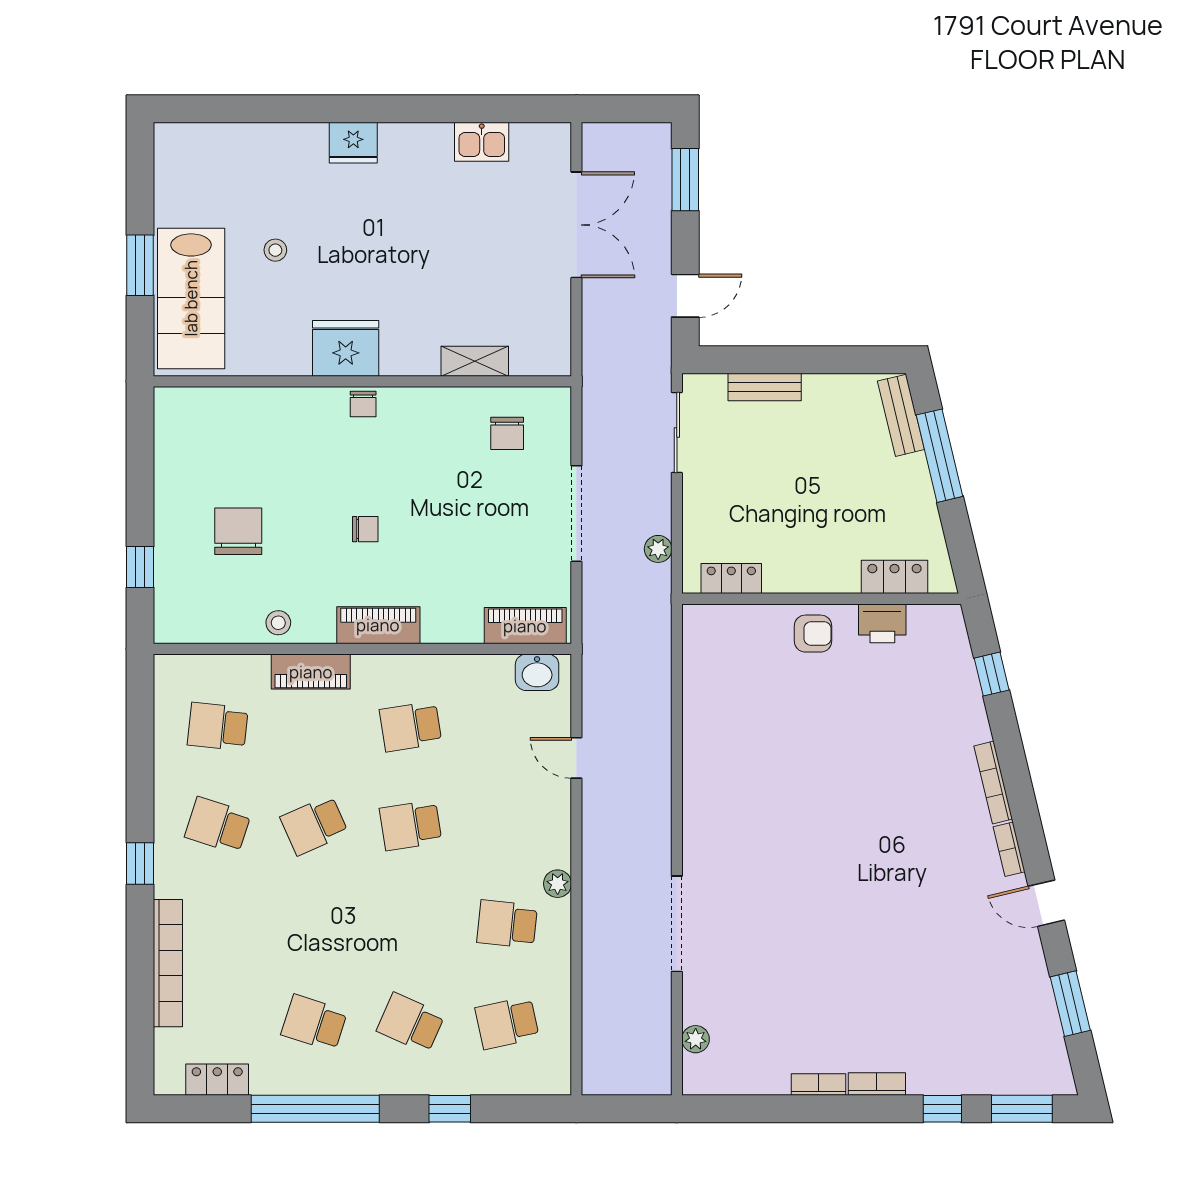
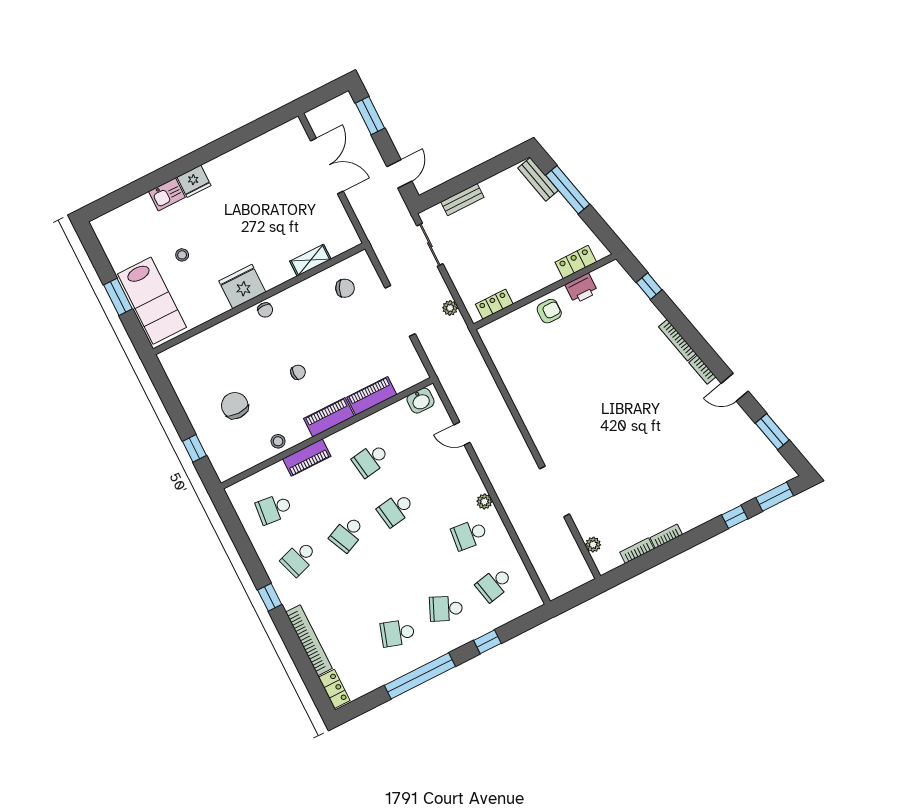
kitchen sink: (482, 142) -> (167, 194), moved
chair: (507, 433) -> (345, 288), turned -66
piano: (525, 626) -> (372, 396), moved
school desk: (218, 825) -> (299, 558), turned -36
locker: (217, 1080) -> (334, 689), moved, turned 90
bookcase: (877, 1084) -> (637, 551), moved

